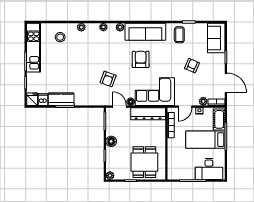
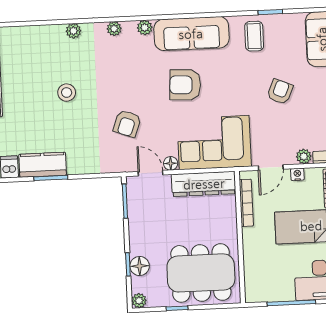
stool: (60, 37) -> (67, 93), moved
armchair: (141, 59) -> (185, 85), turned -87
floor lamp: (111, 141) -> (140, 266), moved
dining table: (144, 162) -> (201, 273), width x1.38

